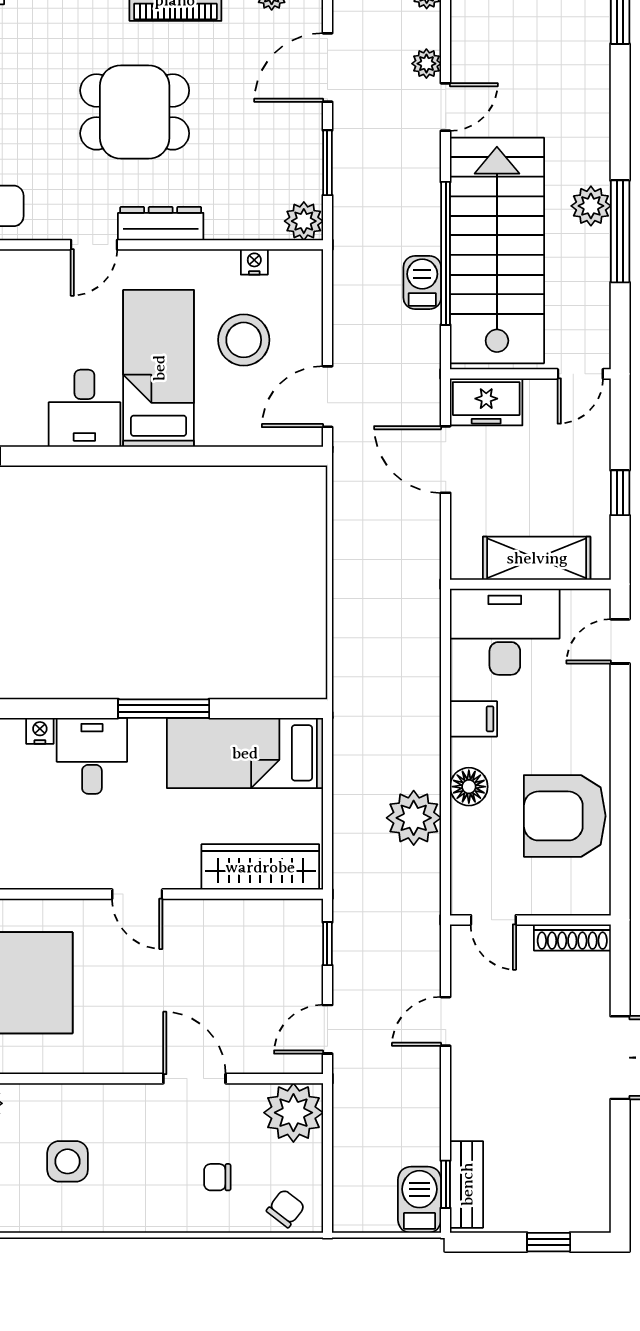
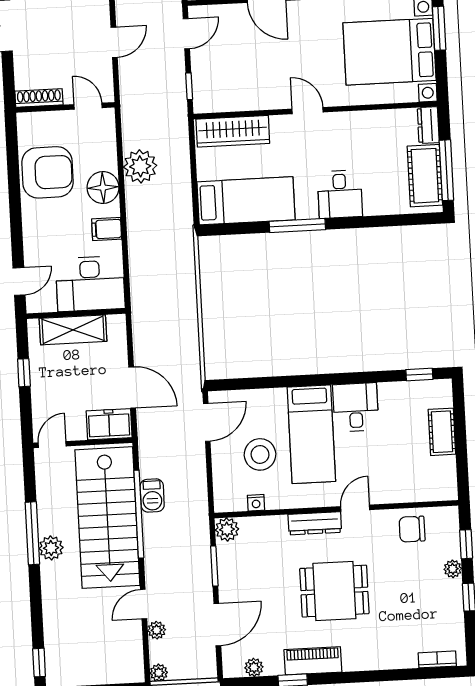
nightstand: (40, 731) -> (373, 208), removed
floor lamp: (469, 787) -> (103, 188), width x1.38, depth x1.38

